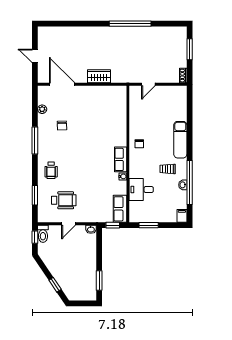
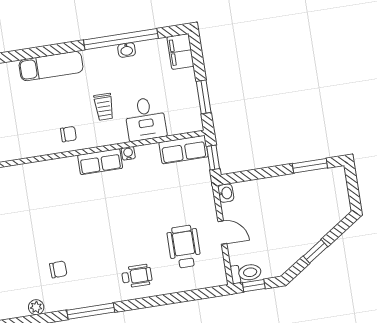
trolley: (168, 169) -> (104, 107), moved
window: (35, 195) -> (183, 297), removed
filing cabinet: (182, 216) -> (180, 51), width x2.00
window: (55, 285) -> (315, 251), moved

